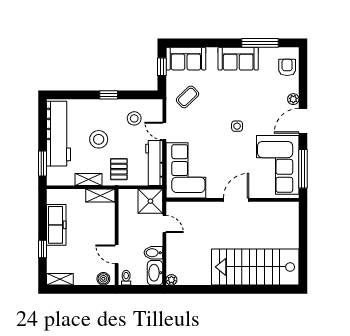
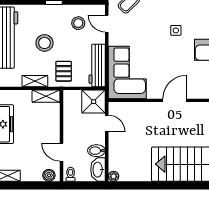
door: (164, 131) -> (107, 24), moved

